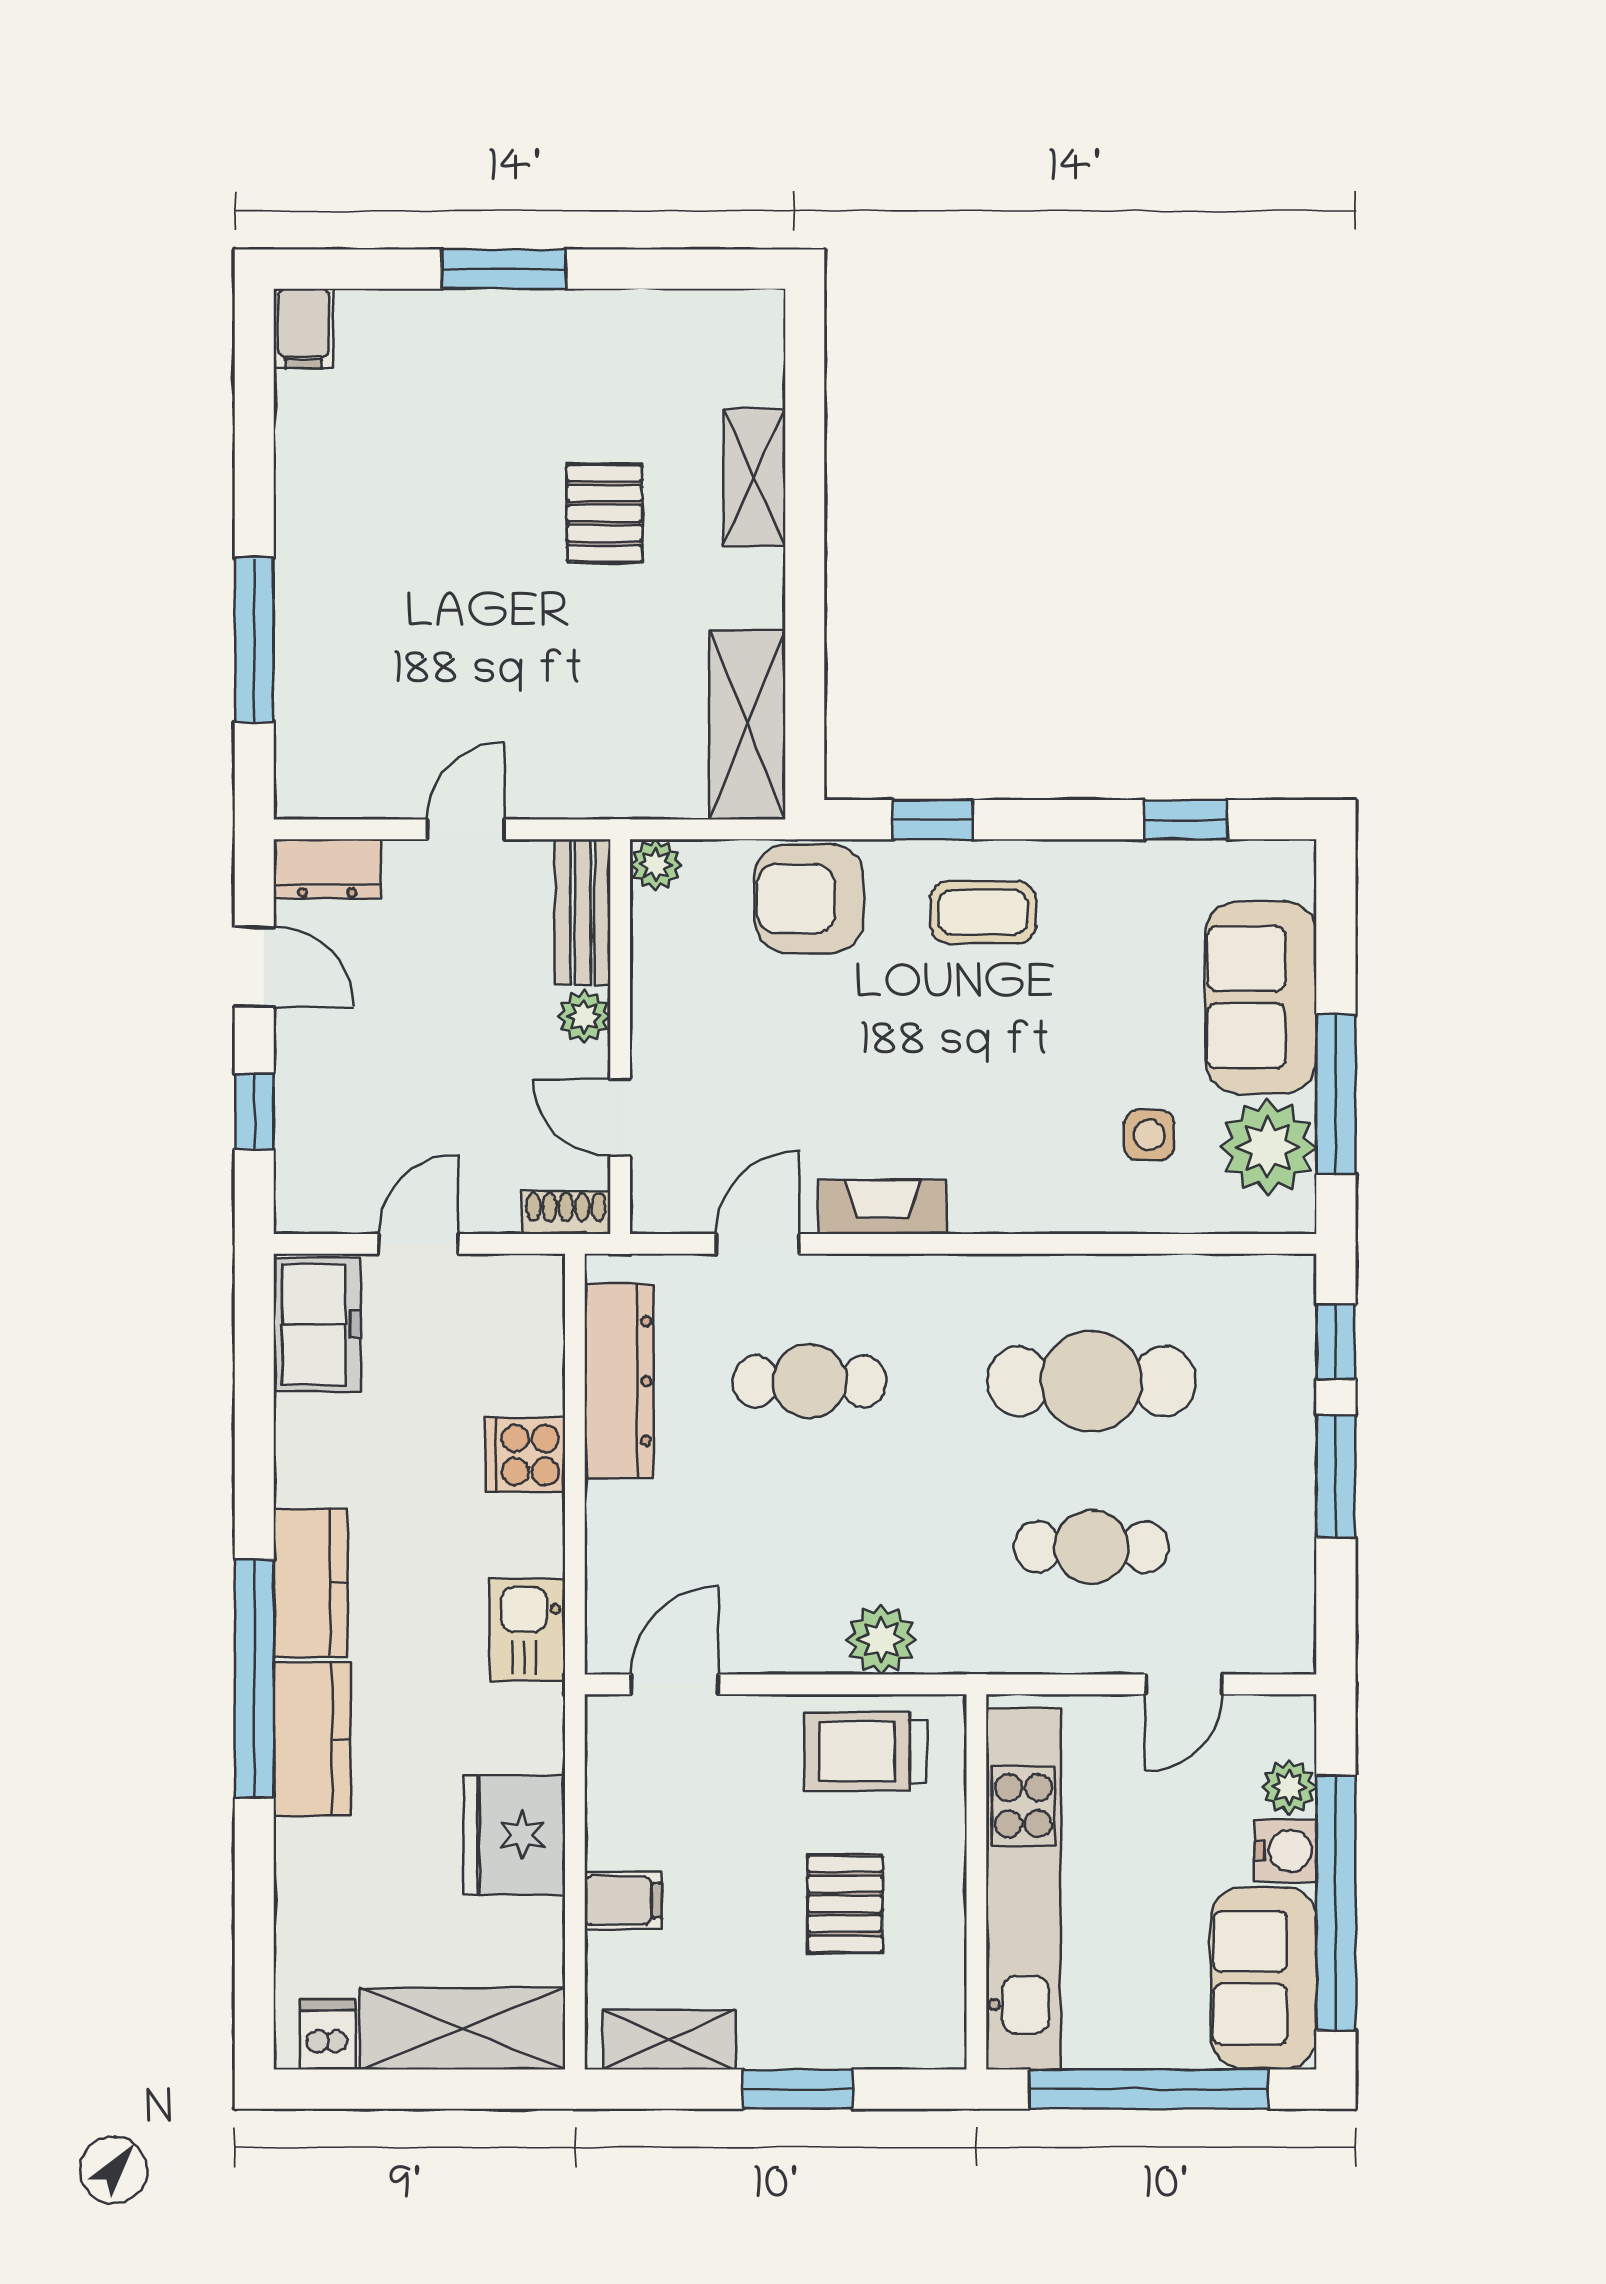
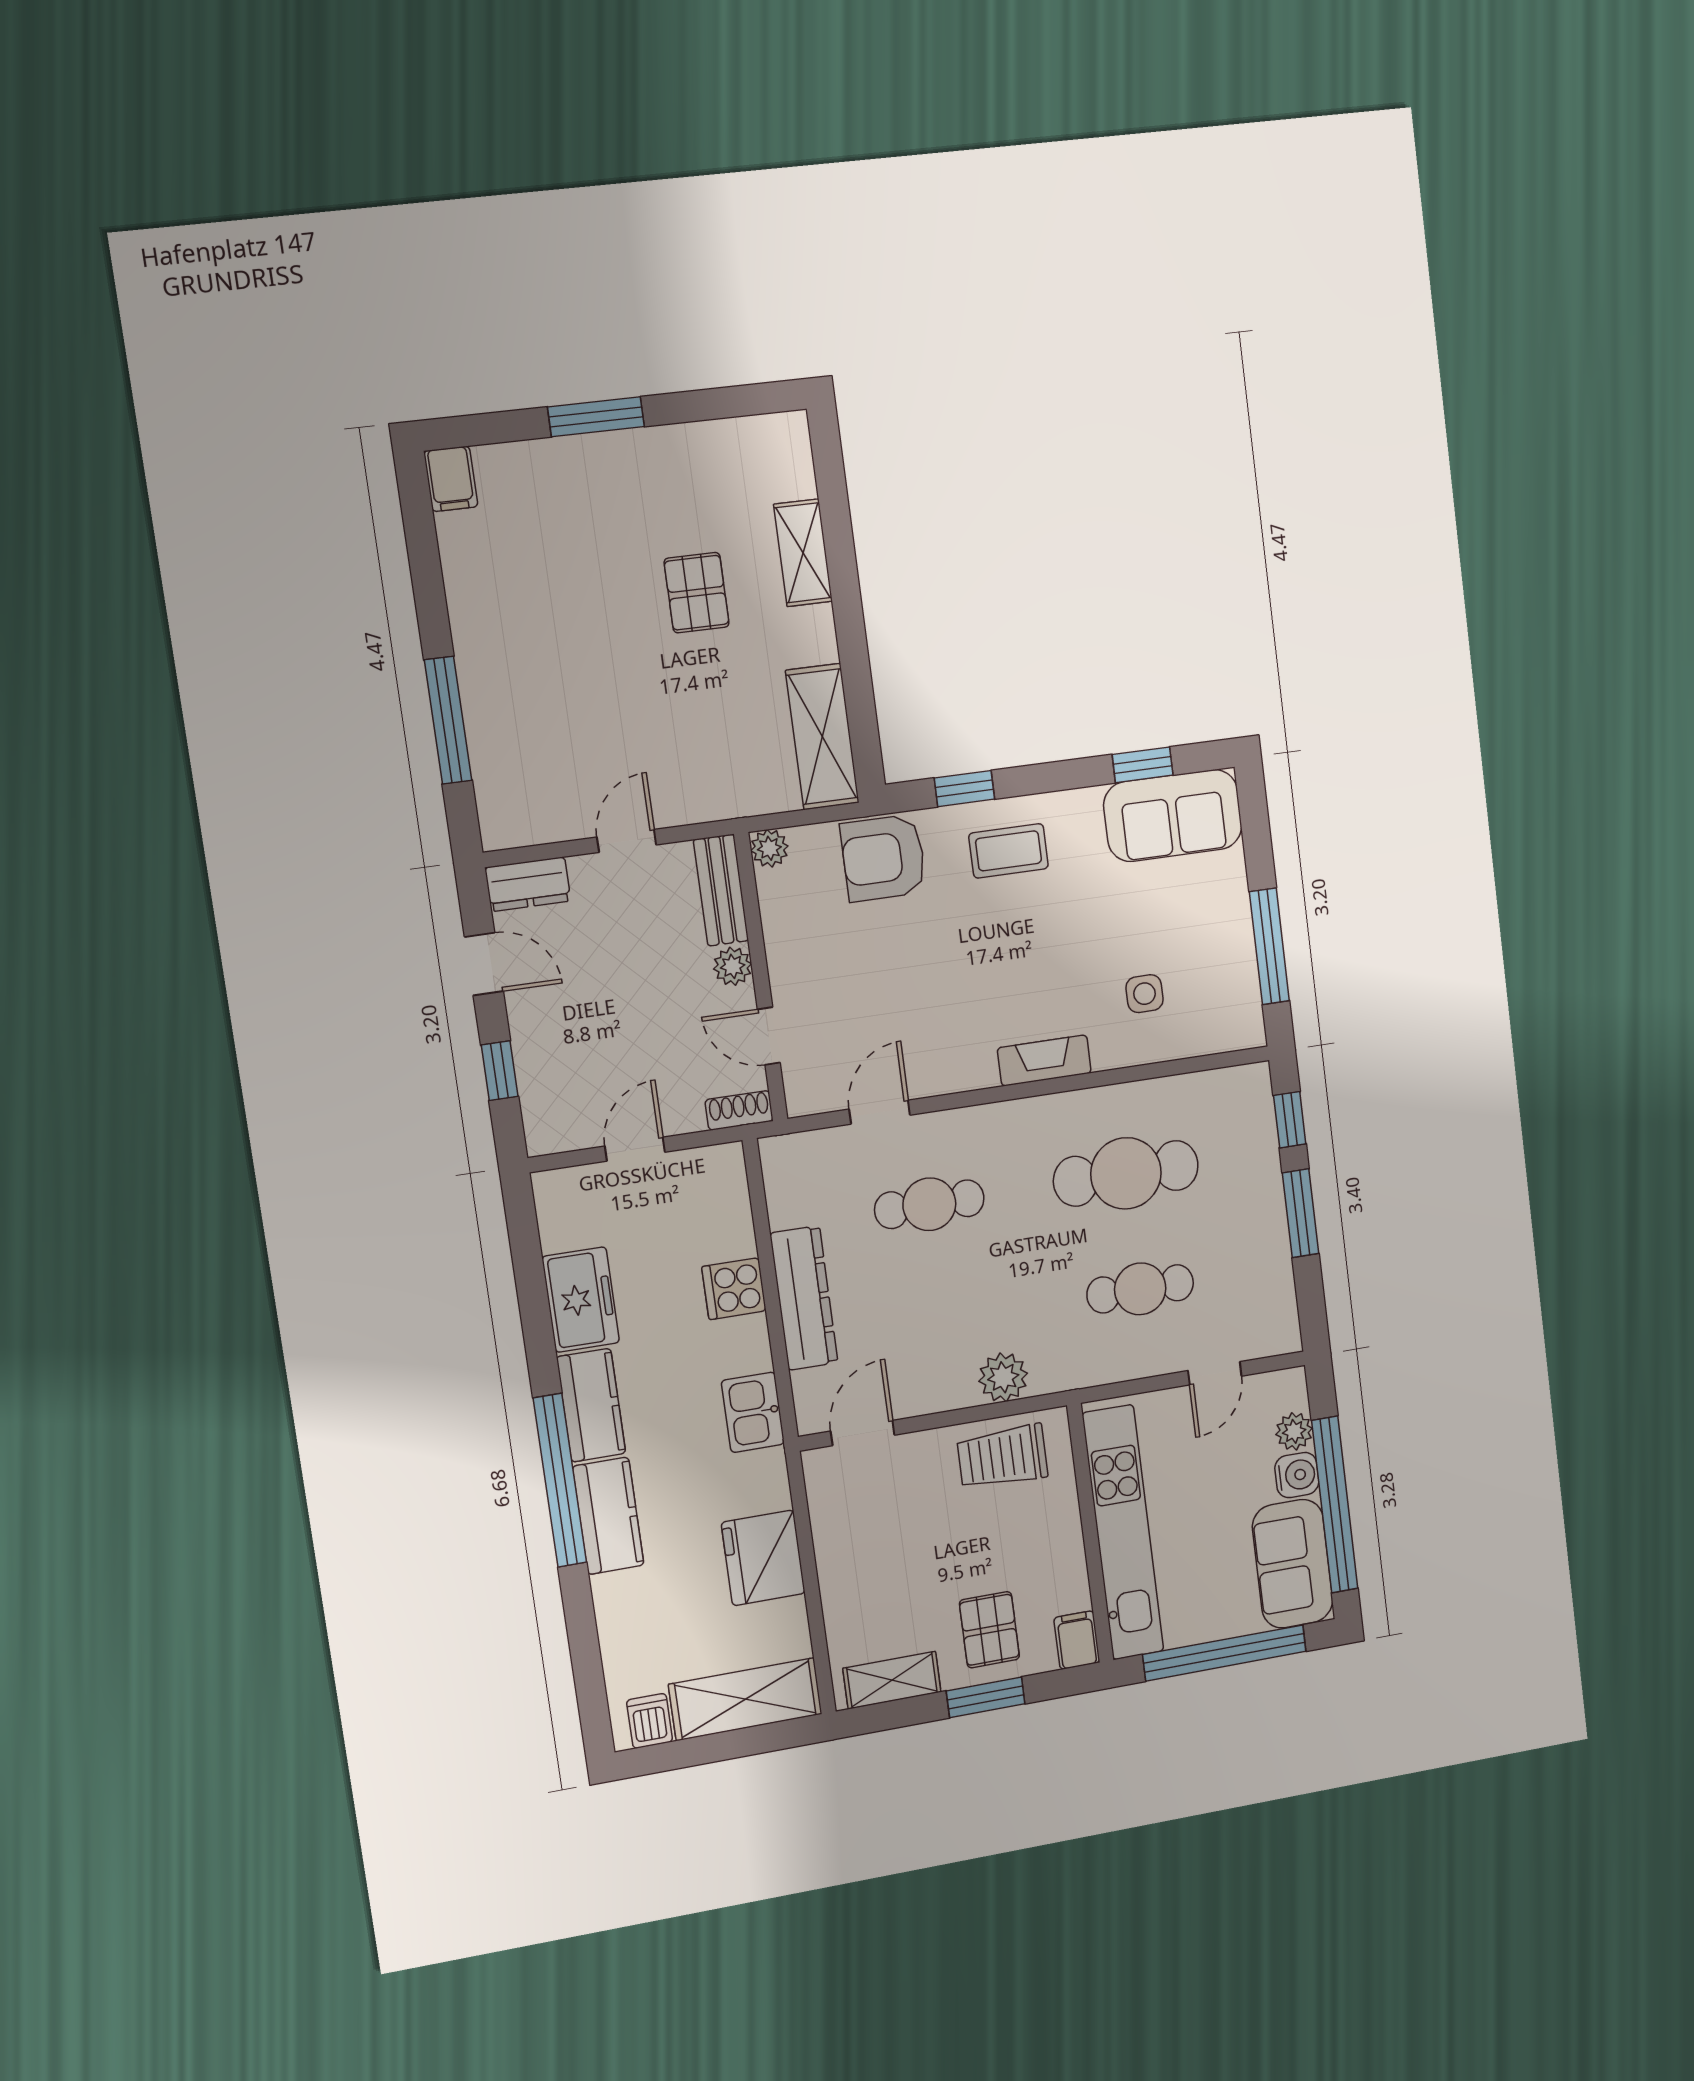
sofa: (1261, 997) -> (1173, 816), moved, turned -90
plant: (1268, 1147) -> (1227, 990), removed
fireplace: (882, 1207) -> (1044, 1060), moved
freezer: (317, 1324) -> (581, 1300), moved
dresser: (619, 1381) -> (804, 1298), moved
filing cabinet: (623, 1900) -> (1077, 1640), moved, turned -90
pallet: (845, 1904) -> (989, 1630), moved

